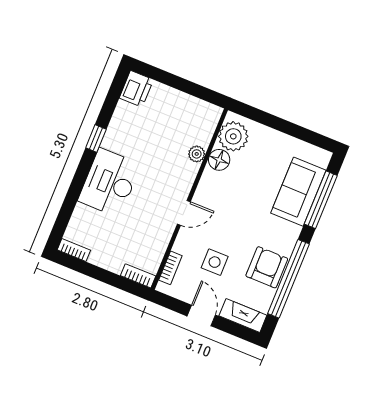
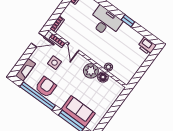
plant: (233, 136) -> (91, 71), moved
door: (184, 213) -> (73, 48), moved
armchair: (267, 267) -> (46, 87), turned -90
door: (201, 315) -> (38, 40), moved

